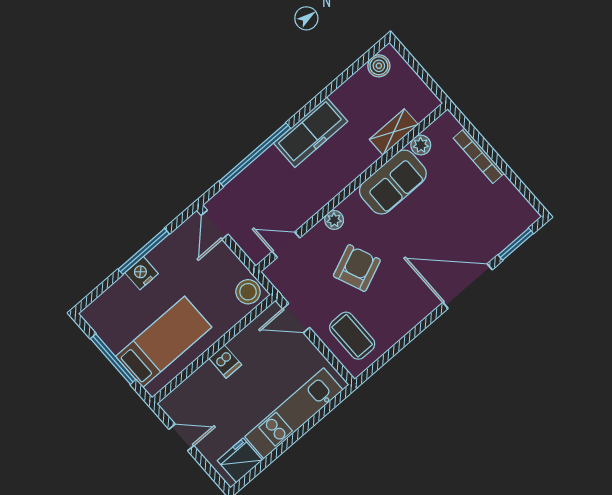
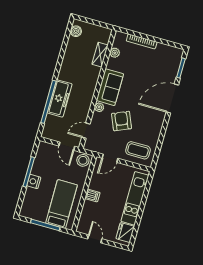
freezer: (311, 132) -> (60, 98), moved
sofa: (393, 182) -> (110, 87), moved
door: (215, 225) -> (67, 146), moved
door: (181, 437) -> (95, 239), hinge flipped

